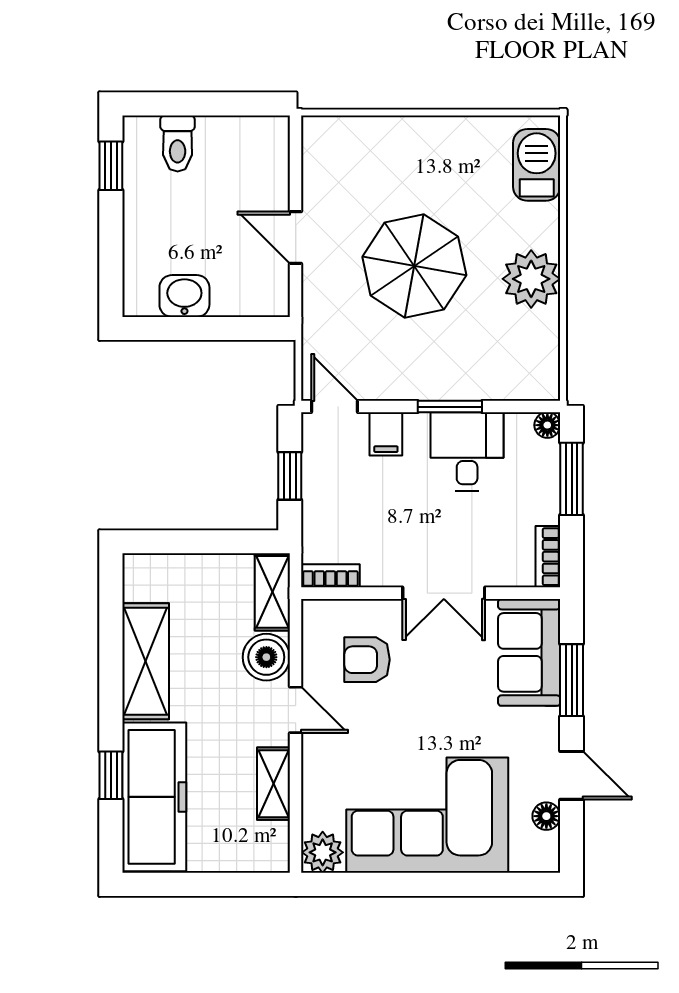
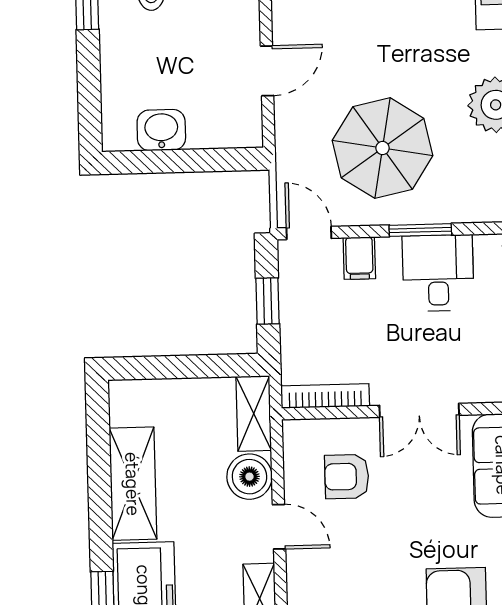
door: (296, 238) -> (267, 71), swing flipped
parasol: (414, 266) -> (383, 148), moved
bookcase: (330, 576) -> (325, 396), width x1.56

